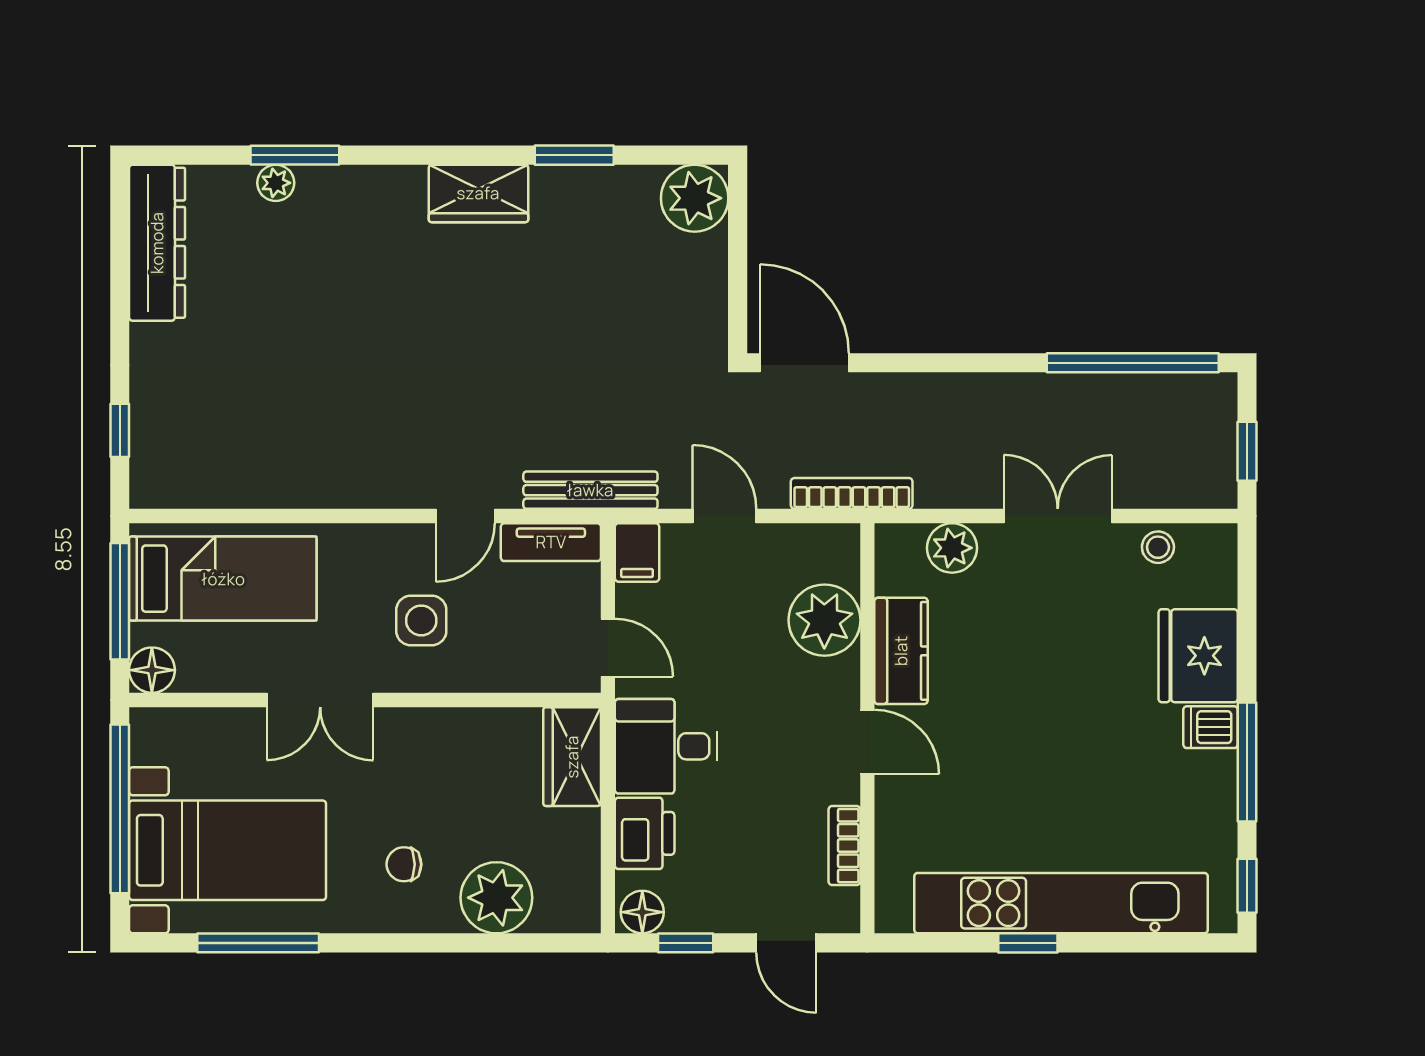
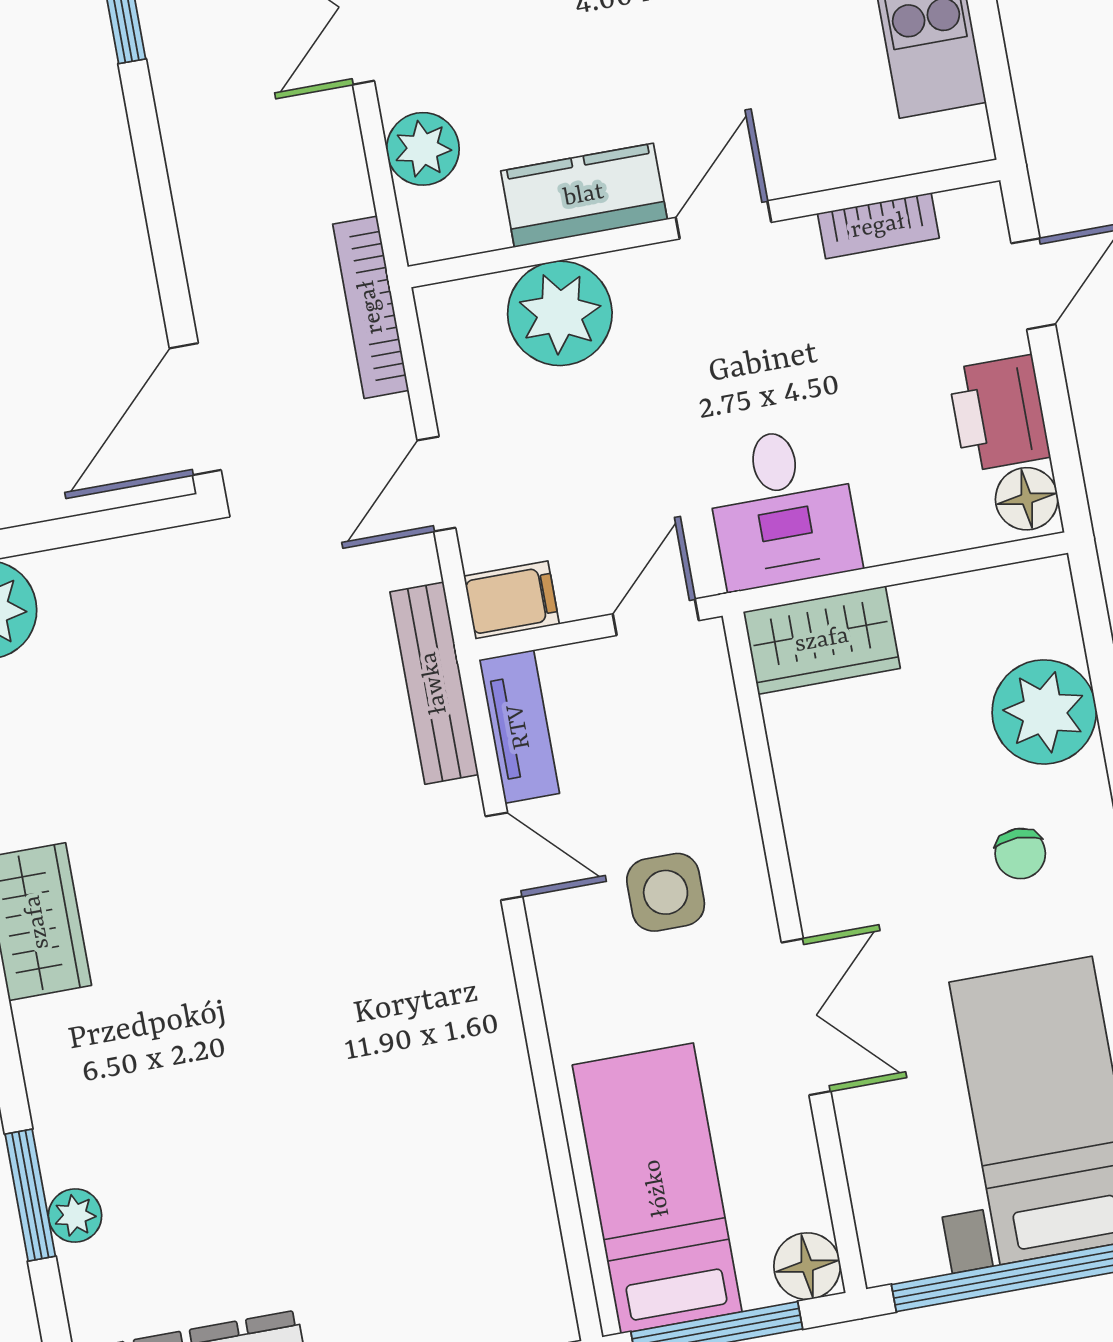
printer: (645, 833) -> (999, 413), moved, turned -90
window: (686, 943) -> (1060, 428), removed

